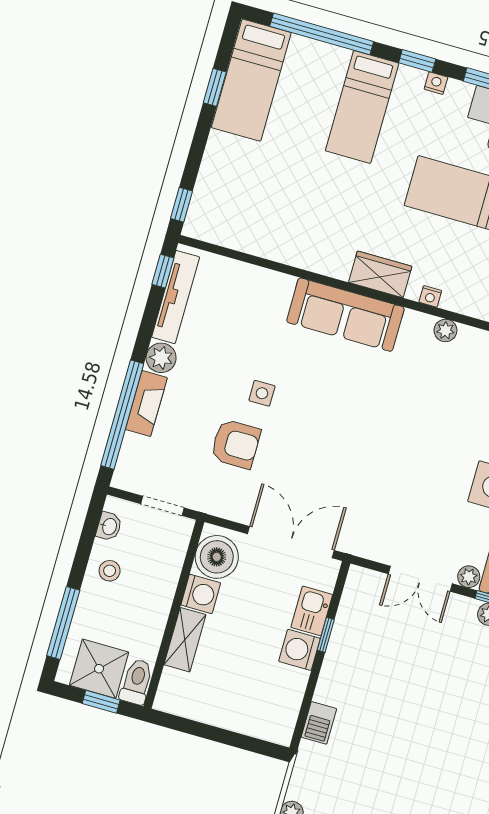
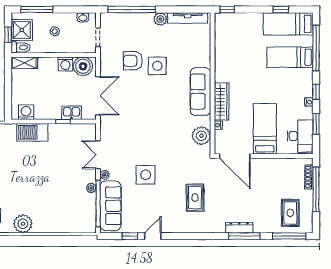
bed: (362, 107) -> (290, 57), moved
window: (163, 271) -> (197, 9), removed
wardrobe: (380, 274) -> (222, 102), width x1.50
plant: (445, 330) -> (201, 136), width x1.88, depth x1.88
side table: (262, 393) -> (157, 66), width x1.87, depth x1.87
fireplace: (146, 404) -> (139, 18), removed
armchair: (236, 444) -> (133, 61), turned 90
stool: (110, 571) -> (55, 31), moved
shelving: (185, 640) -> (24, 63), moved
washing machine: (299, 650) -> (26, 112), moved
barbecue: (319, 723) -> (32, 132), width x1.88, depth x1.53

